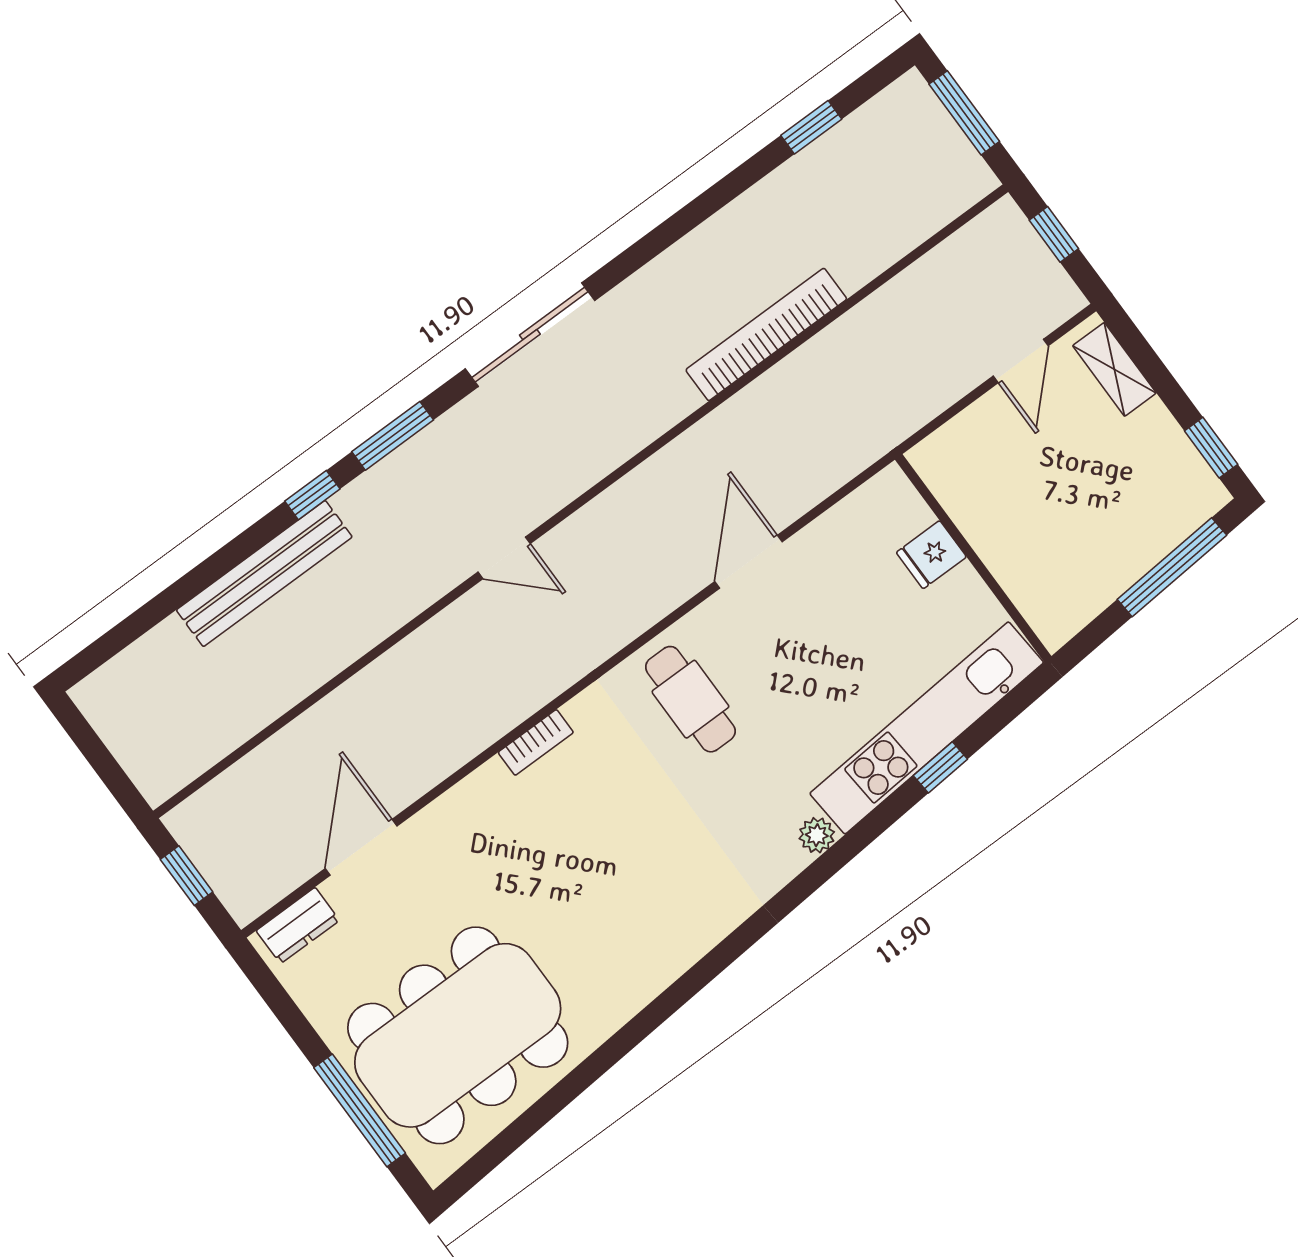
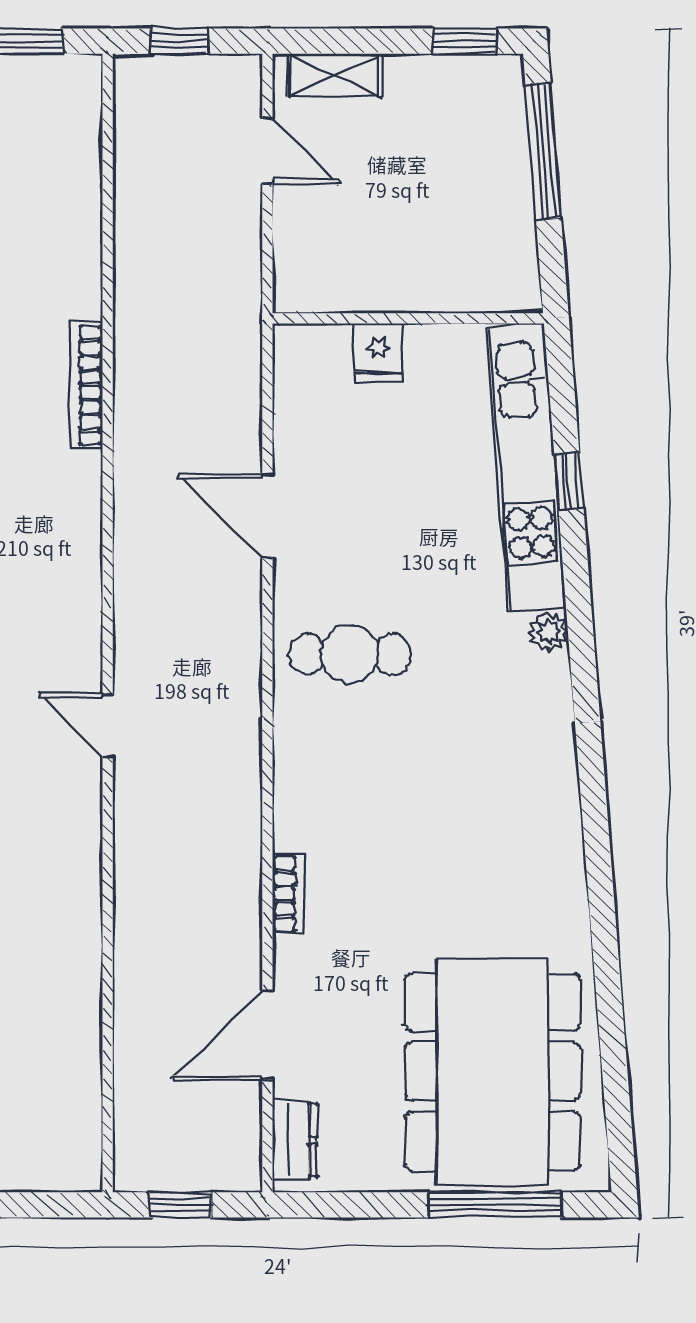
bookcase: (766, 334) -> (87, 385), width x0.68, depth x0.76
door: (504, 558) -> (108, 726), swing flipped
bookcase: (536, 742) -> (288, 894), moved
door: (361, 847) -> (267, 1035), hinge flipped

